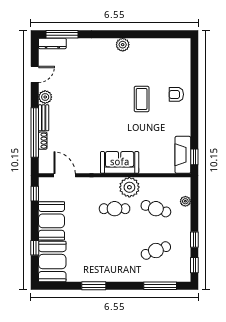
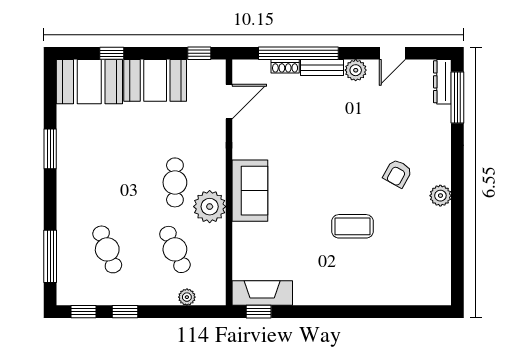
door: (35, 74) -> (392, 53), hinge flipped
armchair: (176, 94) -> (398, 173), moved, turned -151
cafe table: (156, 209) -> (175, 249), turned -42

